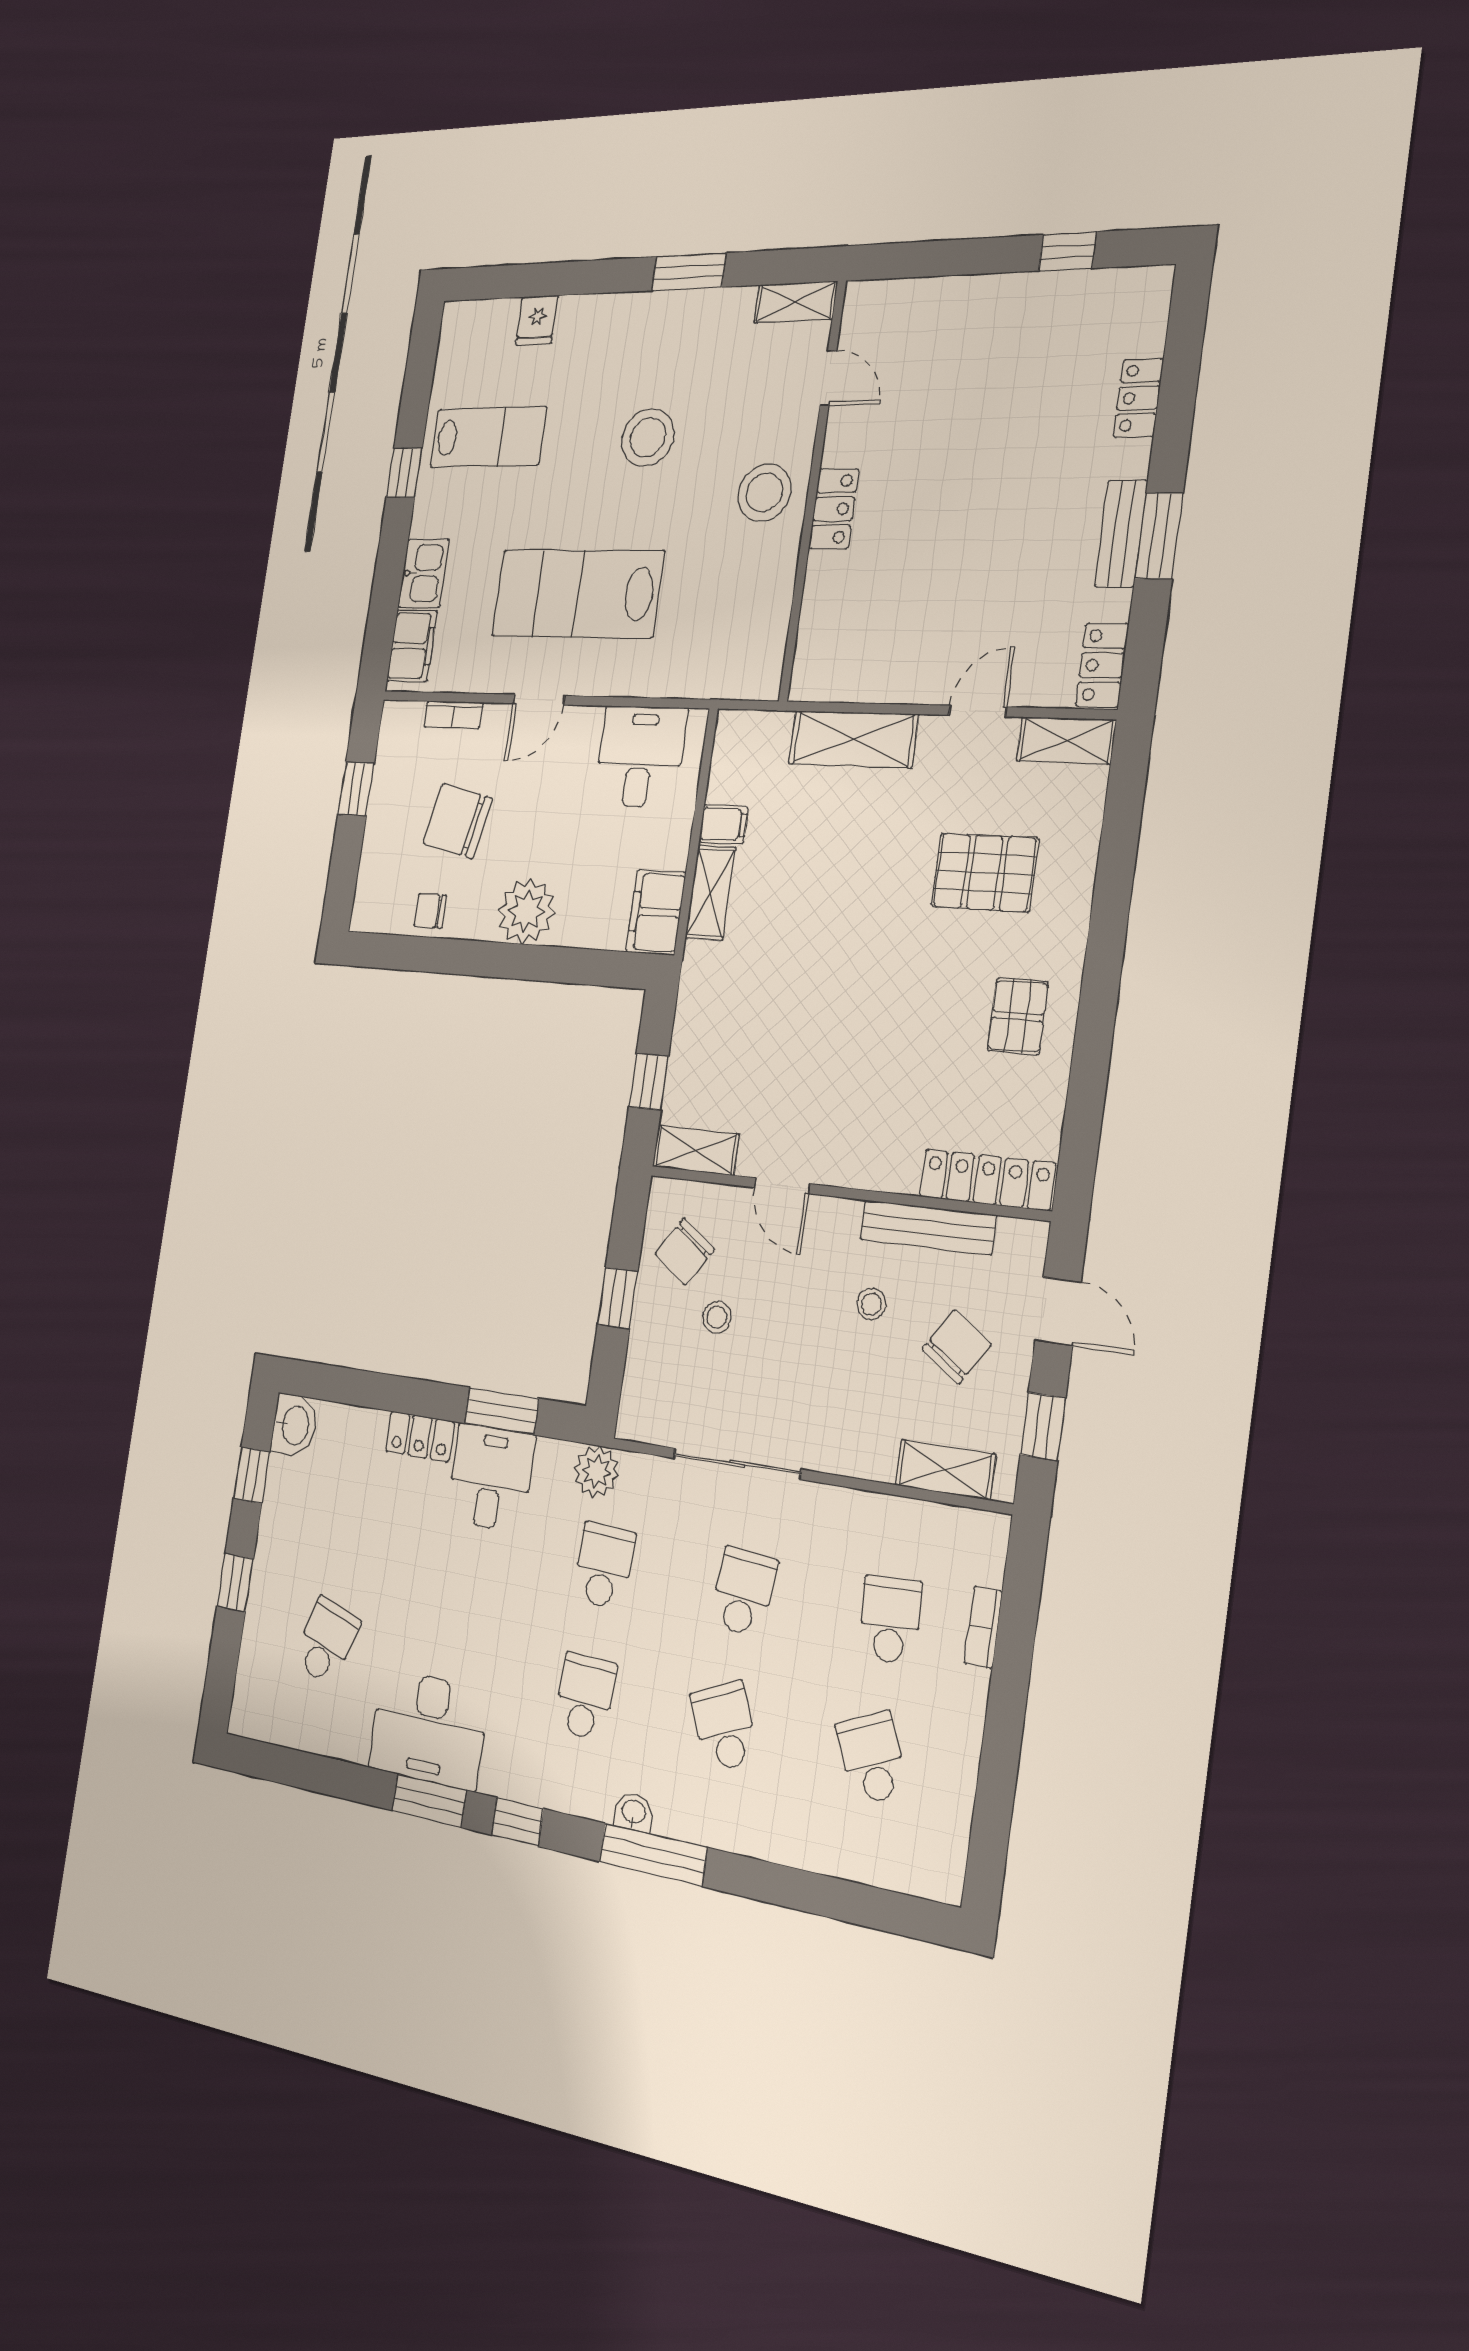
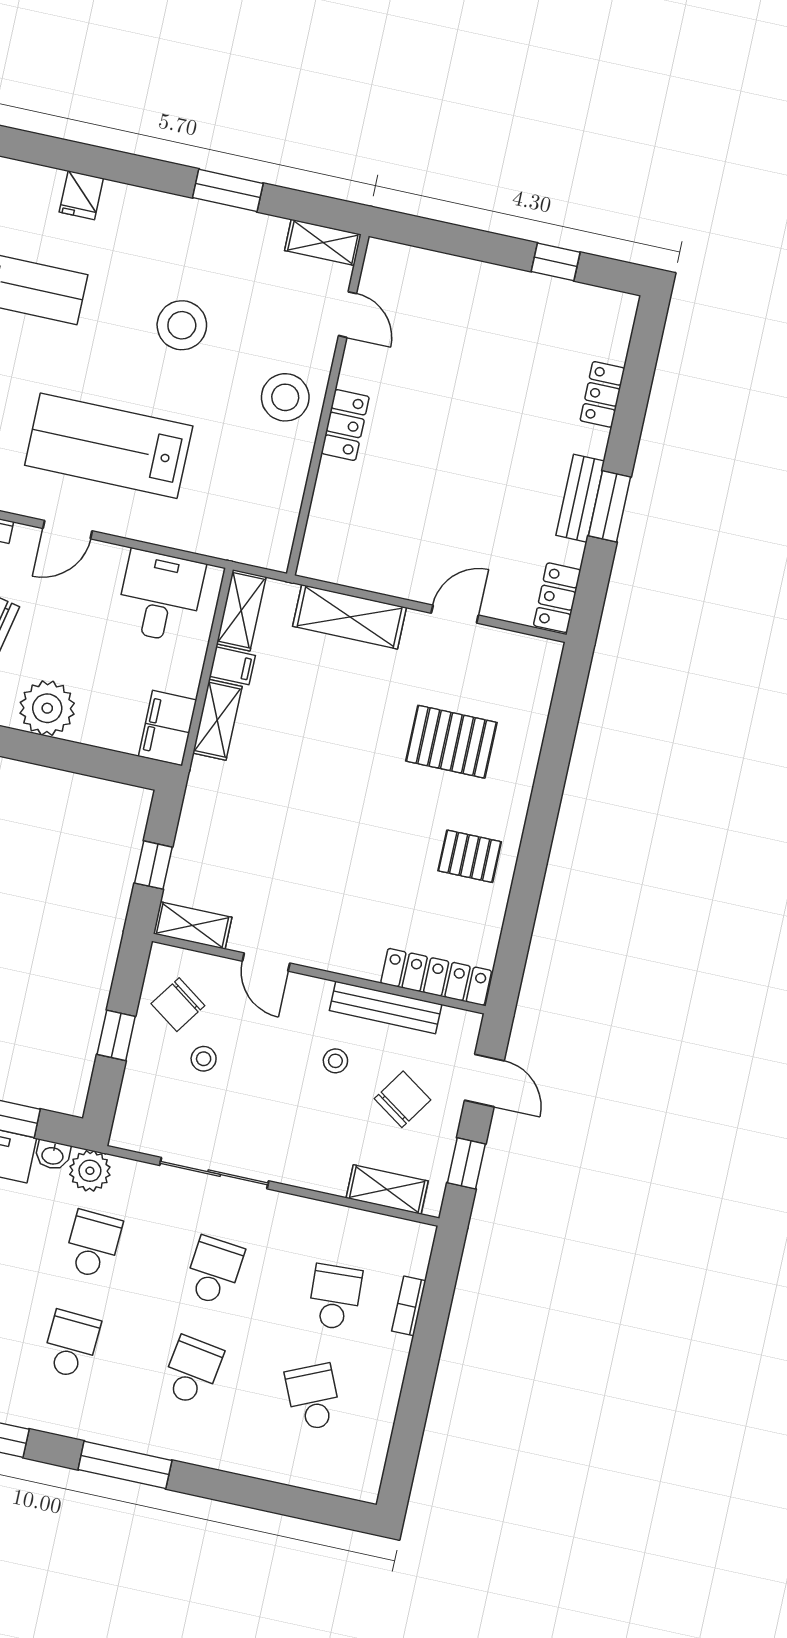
shelving: (1066, 740) -> (241, 610), moved, turned 90
pallet: (1018, 1016) -> (470, 856), turned 90
school desk: (725, 1726) -> (192, 1371), turned 33
washbasin: (634, 1812) -> (53, 1155), moved, turned 180

